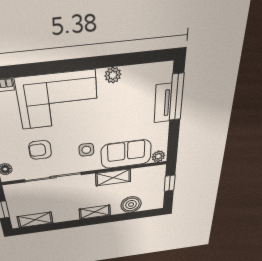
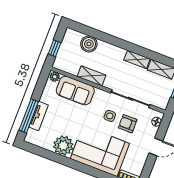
plant: (113, 75) -> (63, 146), width x1.87, depth x1.87
armchair: (40, 150) -> (128, 124), turned 180
side table: (86, 150) -> (110, 116), moved
shelving: (95, 212) -> (137, 59), moved

